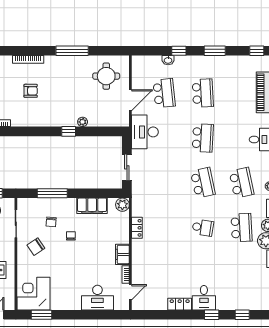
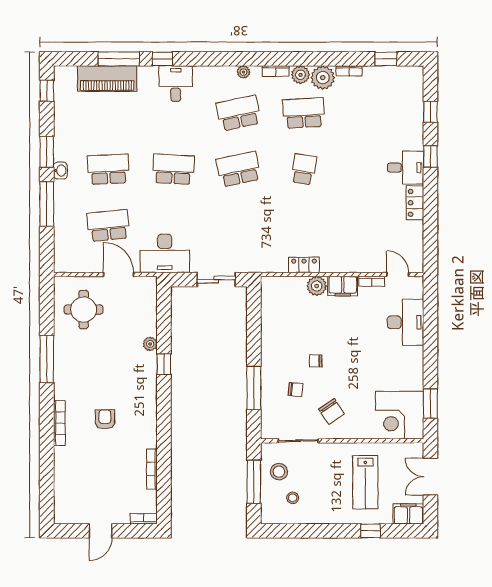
window: (179, 51) -> (47, 204), width x2.17
washbasin: (168, 60) -> (60, 171), moved
plant: (122, 205) -> (317, 286), moved
filing cabinet: (92, 206) -> (272, 330), removed

